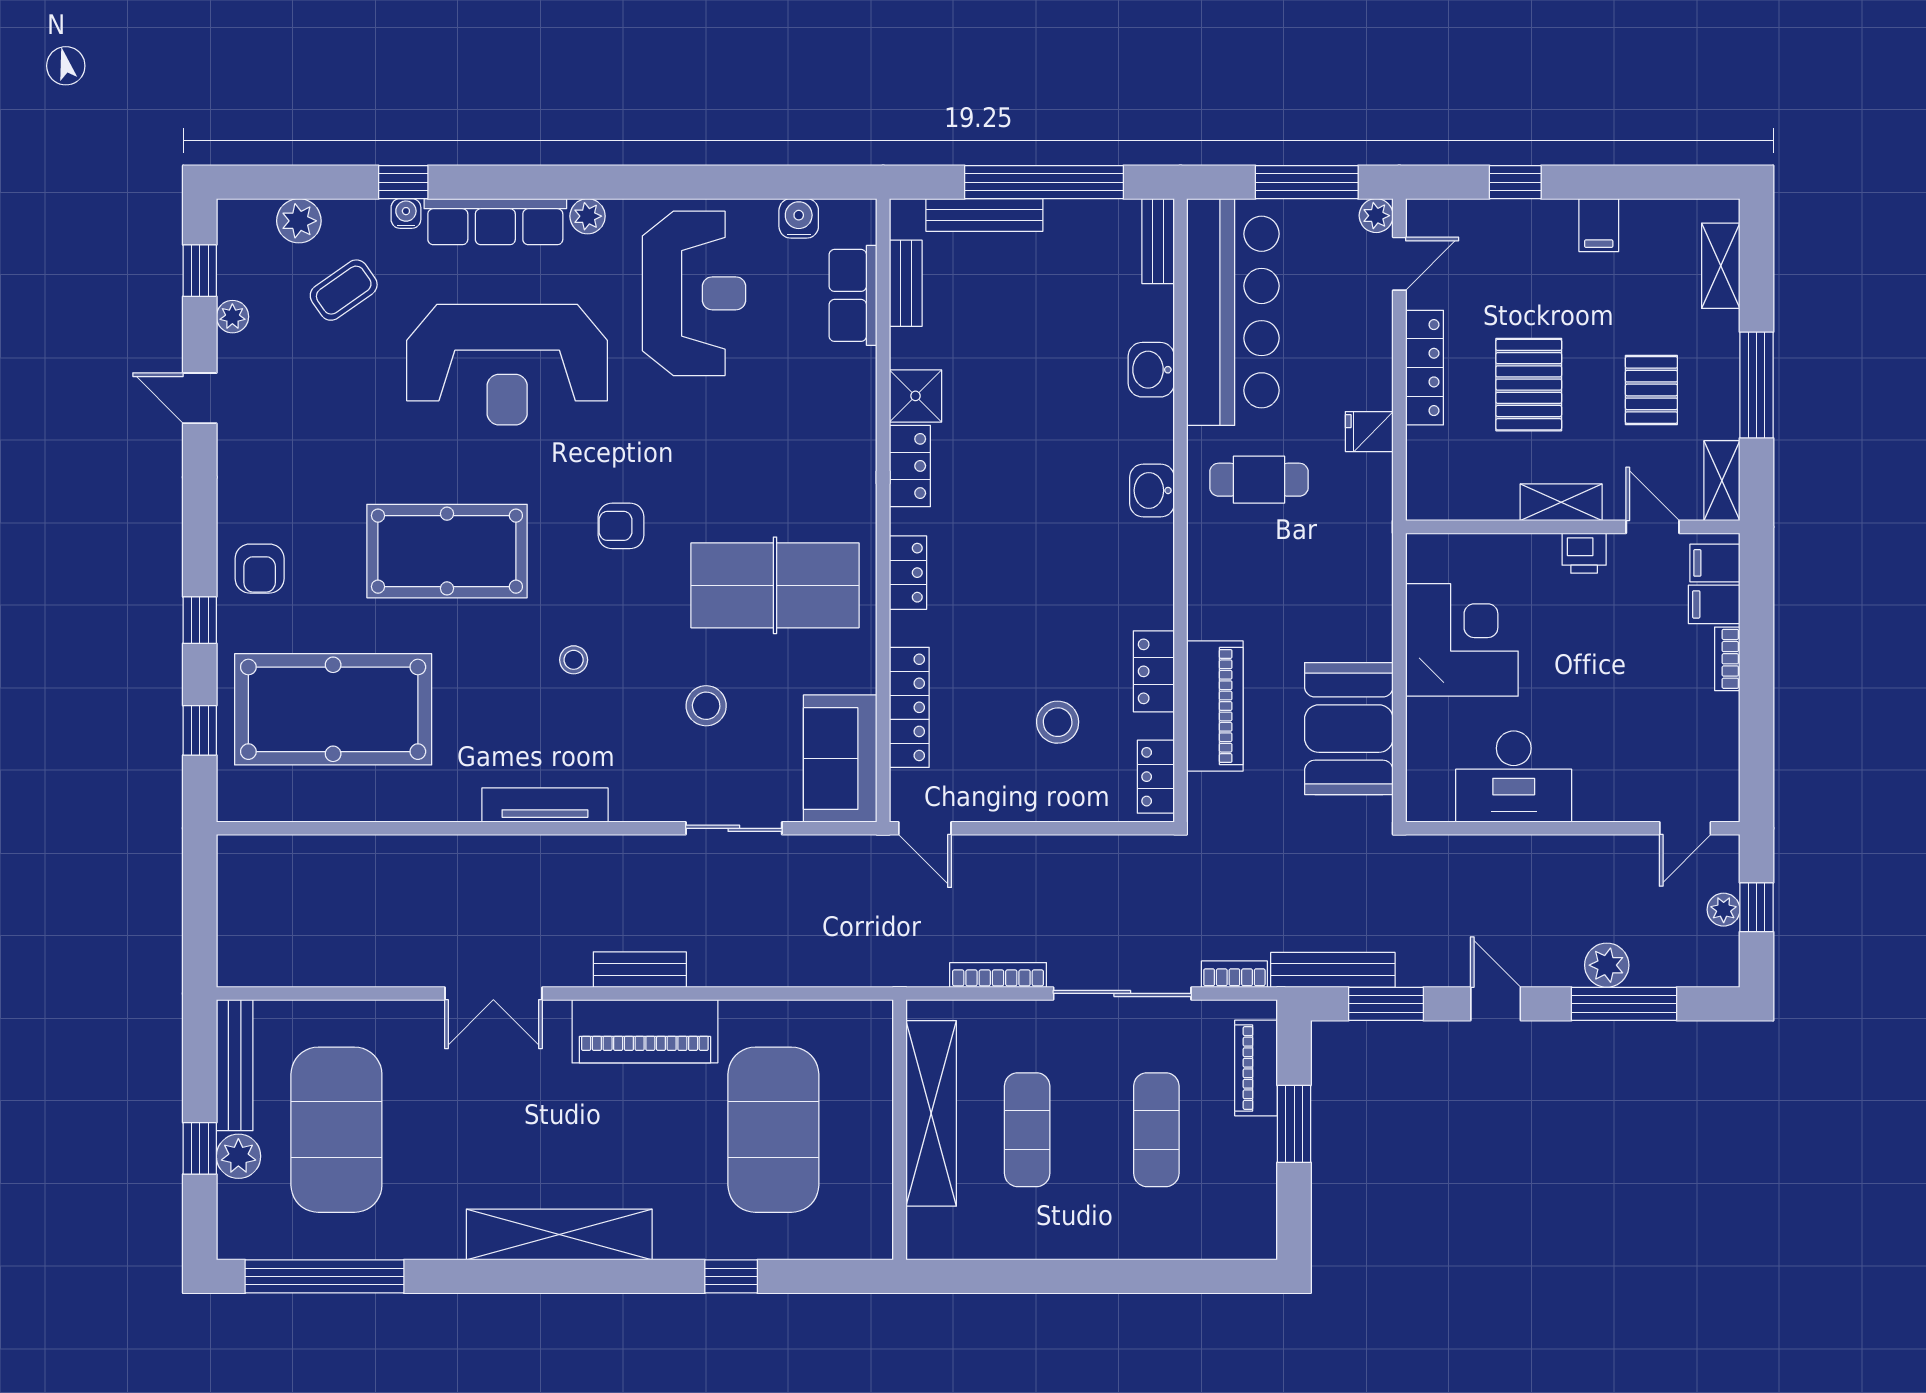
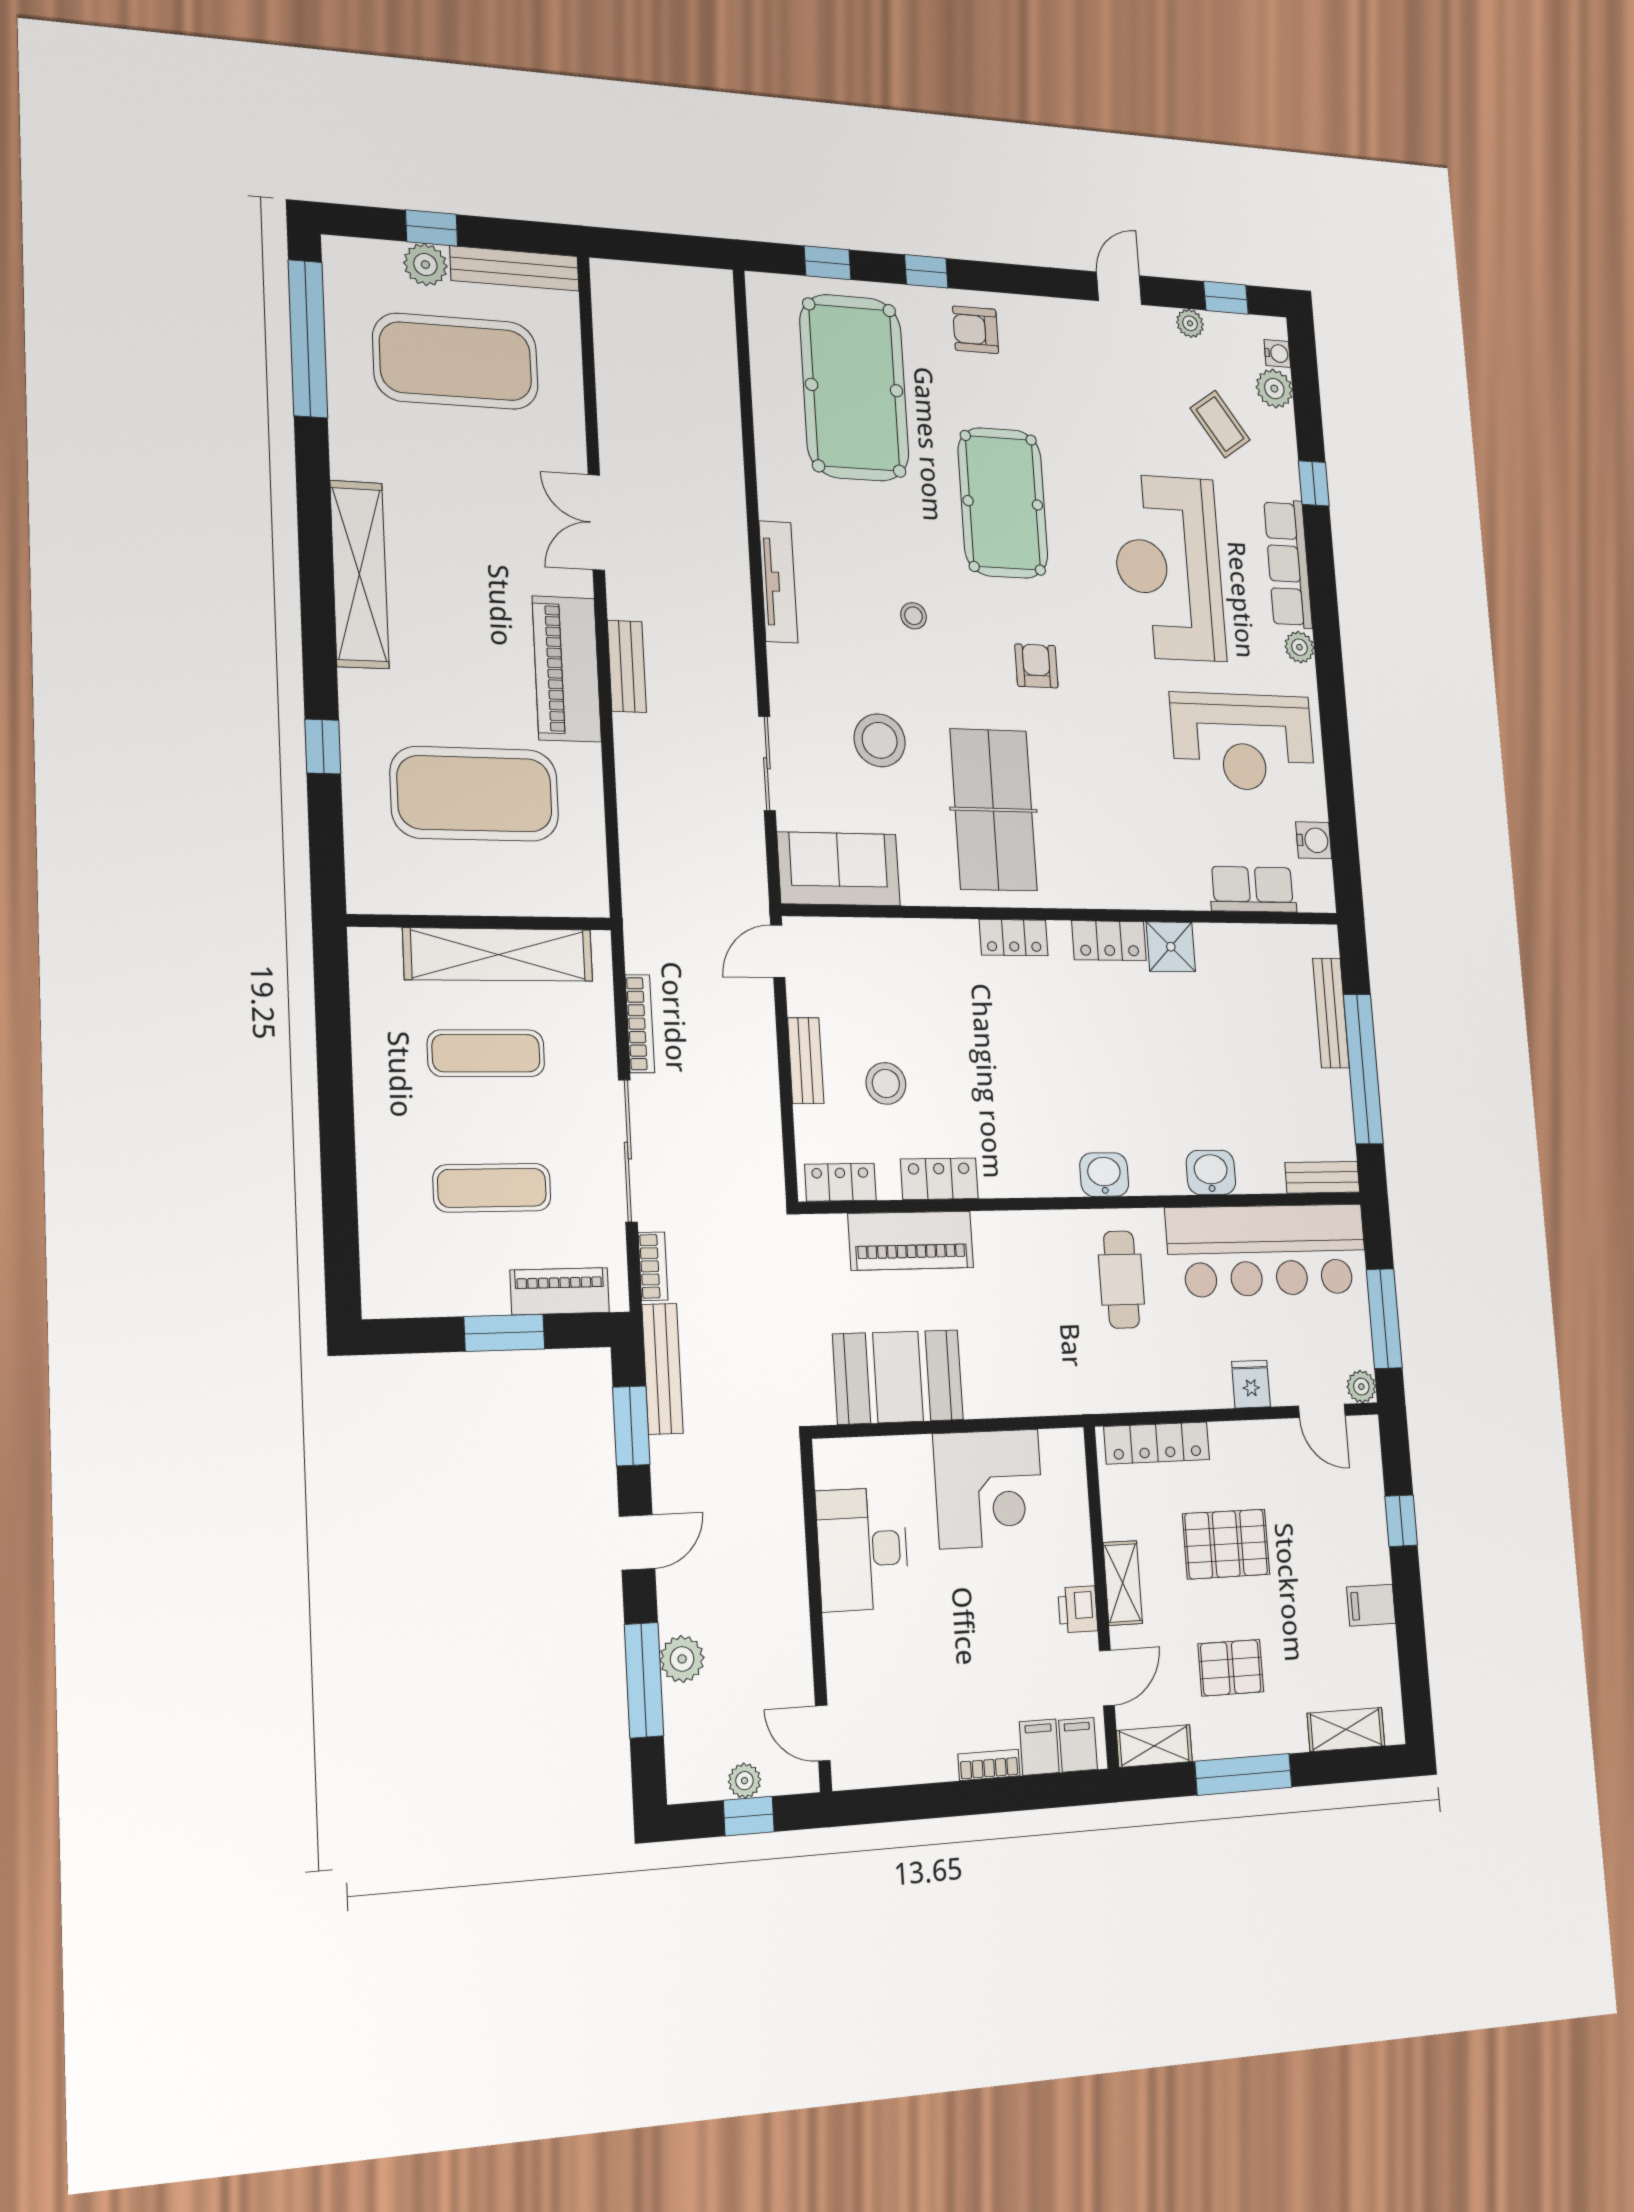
water cooler: (406, 213) -> (1277, 353), moved
bench: (906, 283) -> (806, 1061), moved, turned 90
locker: (1424, 368) -> (1157, 1443), moved
fridge: (1369, 432) -> (1251, 1384), moved
stool: (706, 706) -> (880, 740), width x1.38, depth x1.38
locker: (909, 707) -> (891, 937), removed

